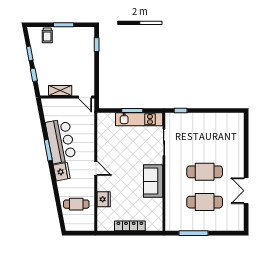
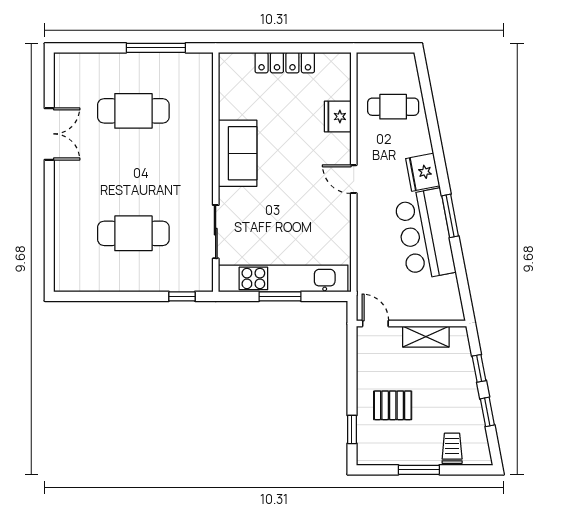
pallet: (77, 57) -> (393, 405), added
kitchen unit: (139, 119) -> (283, 278), width x1.36
cafe table: (205, 172) -> (133, 233), moved

